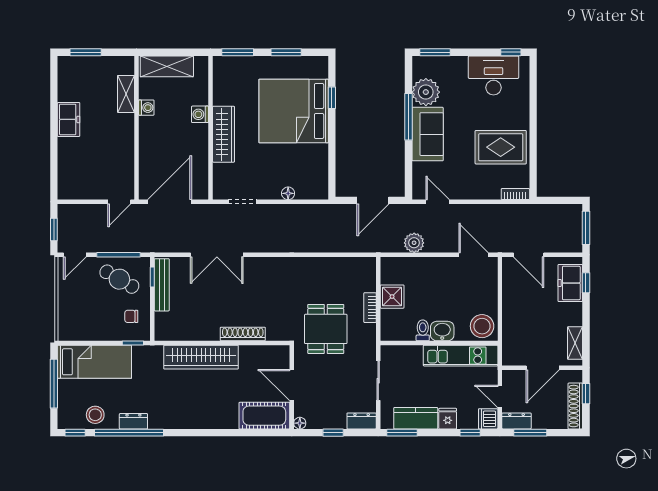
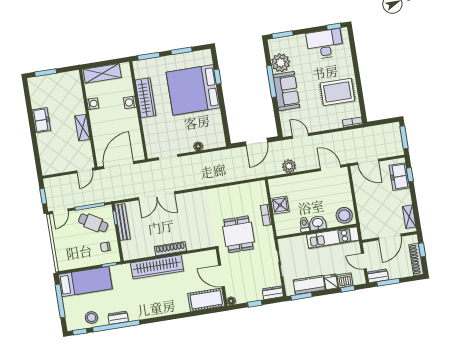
shelving: (126, 94) -> (82, 128), moved
wardrobe: (224, 134) -> (146, 98), moved
shoe rack: (243, 334) -> (170, 249), moved
dishwasher: (488, 419) -> (345, 280), moved, turned 90

